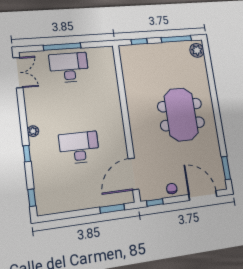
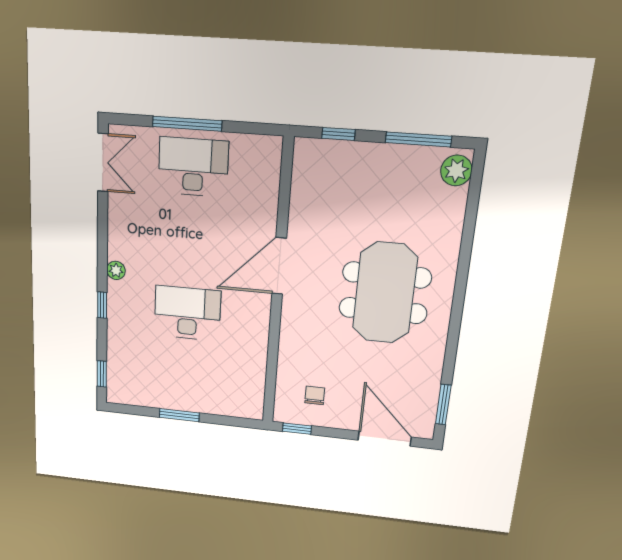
door: (134, 174) -> (279, 266), moved
chair: (172, 189) -> (315, 395), moved
window: (112, 209) -> (179, 415), moved

